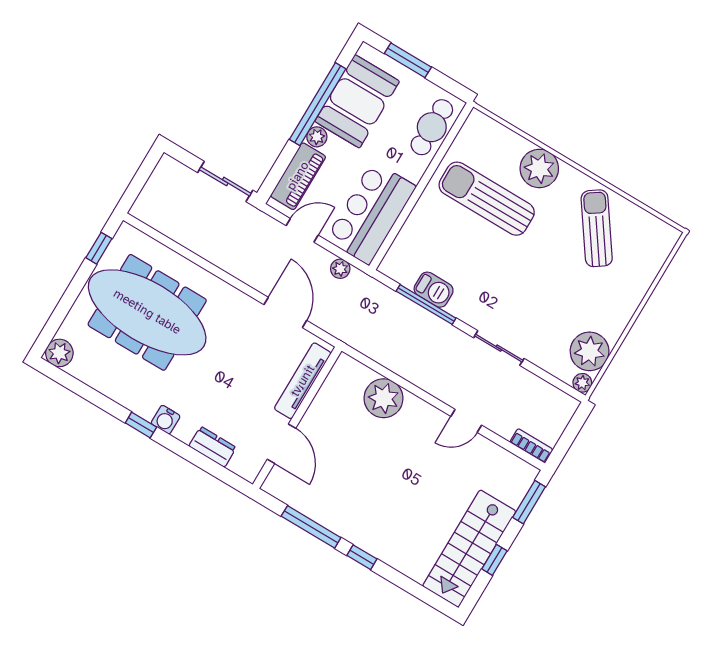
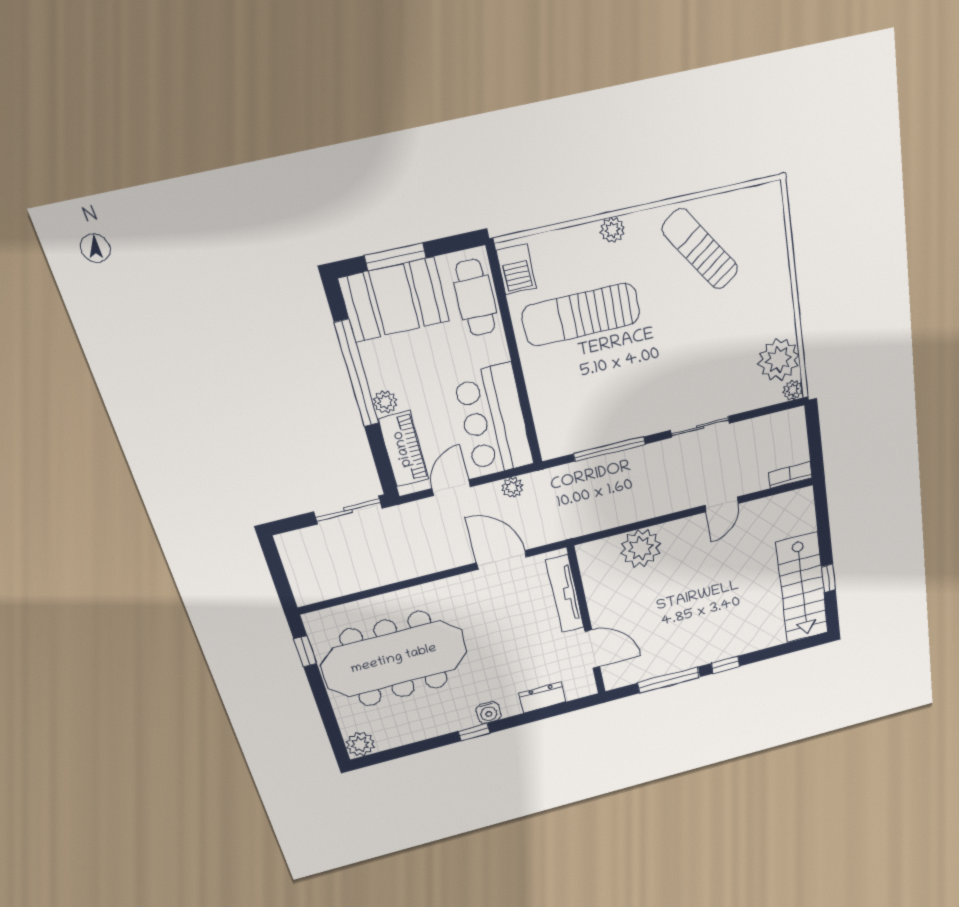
booth: (357, 101) -> (394, 300), moved, turned 90
plant: (539, 168) -> (613, 230), width x0.53, depth x0.53
barbecue: (434, 290) -> (516, 269), moved, turned 90
window: (529, 502) -> (822, 516), removed

